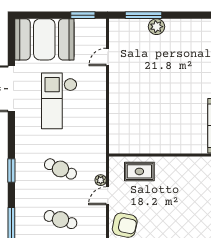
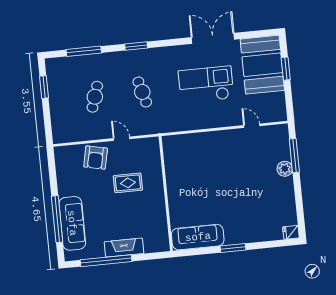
window: (83, 15) -> (286, 69), moved
cafe table: (60, 169) -> (142, 92), turned -39
rug: (139, 171) -> (128, 183), moved, turned 90
plant: (101, 180) -> (136, 131), removed

